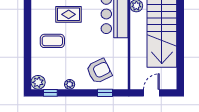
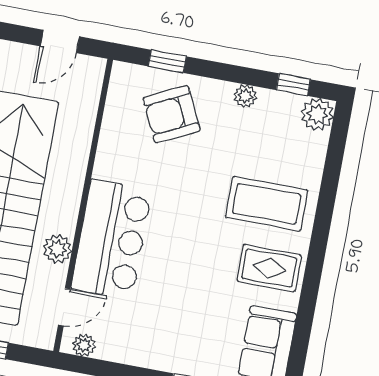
rug: (69, 14) -> (269, 268), moved
coffee table: (52, 41) -> (267, 204), width x1.36, depth x1.32

